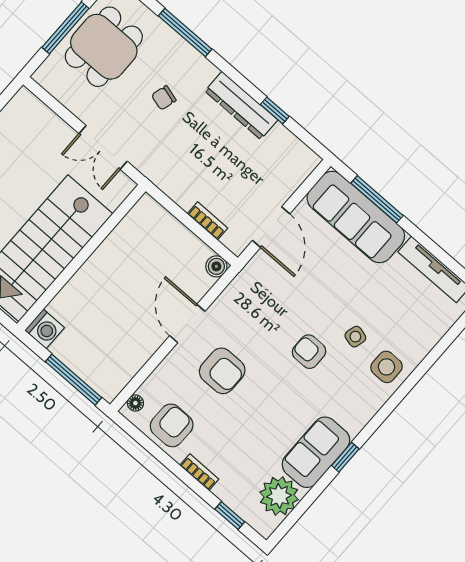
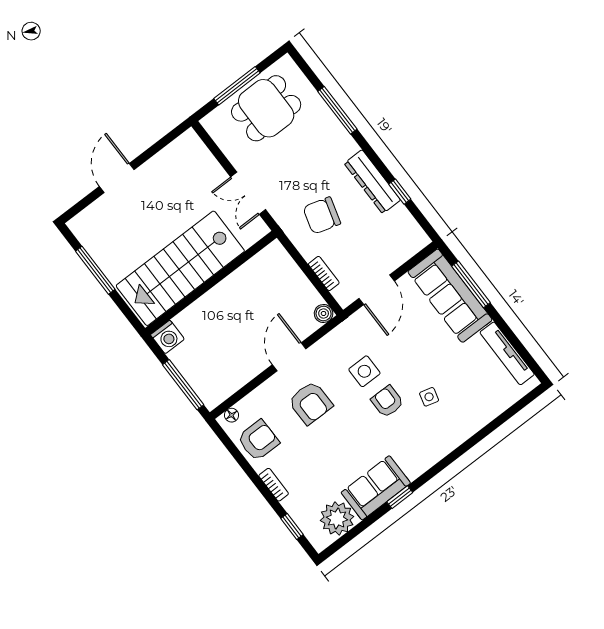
chair: (164, 98) -> (322, 215), moved, width x1.87, depth x1.87
side table: (387, 367) -> (364, 371), moved

